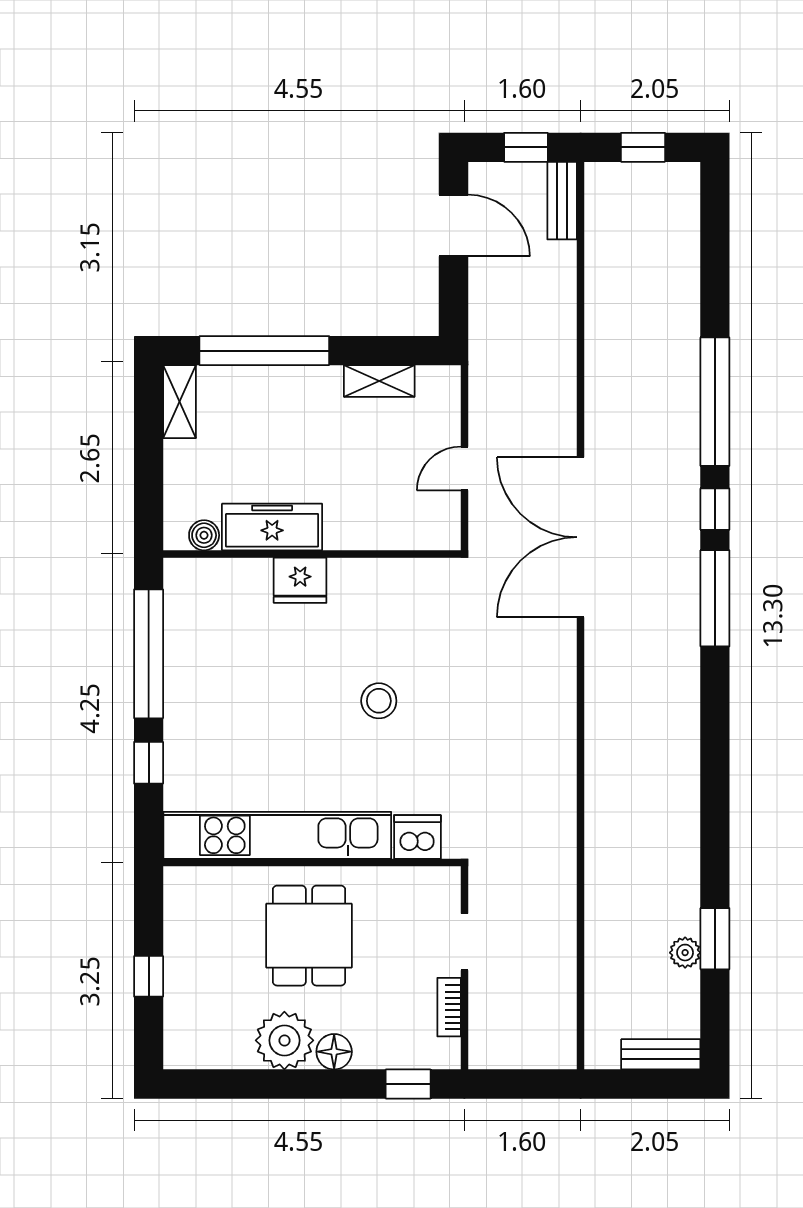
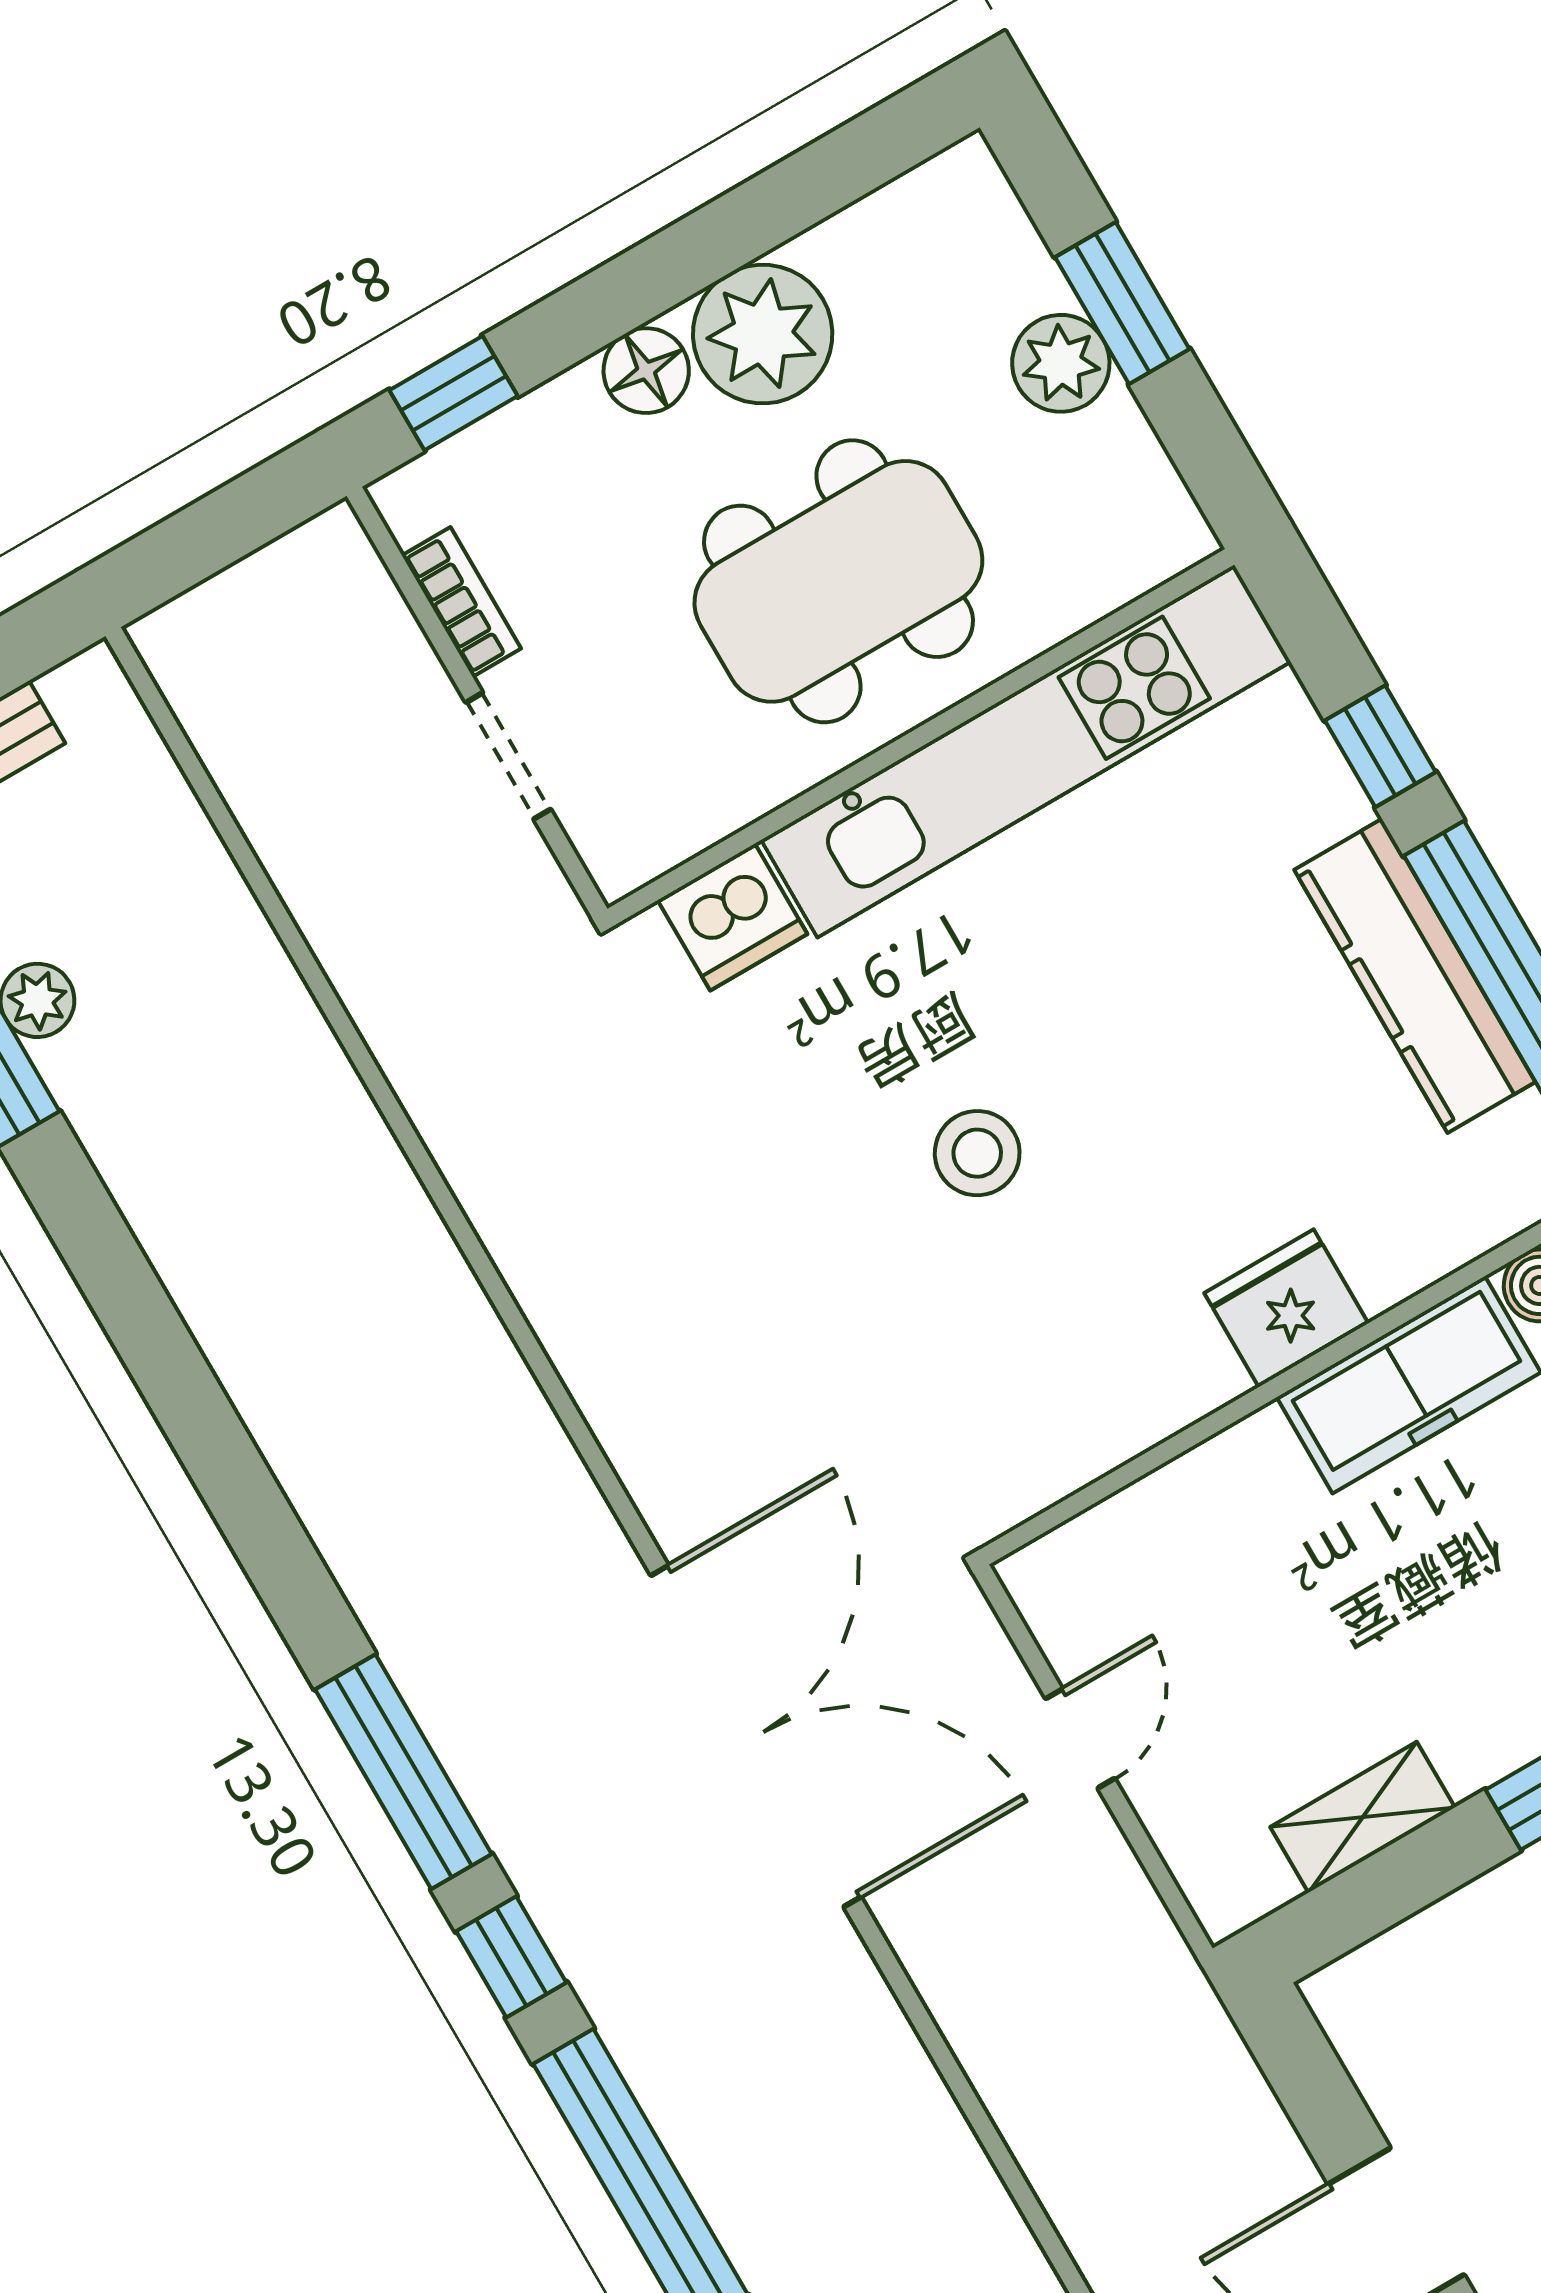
kitchen counter: (184, 673) -> (1415, 976), added
dining table: (309, 936) -> (838, 581), width x1.37
plant: (183, 968) -> (1061, 363), added
window: (149, 976) -> (1122, 303), width x1.50

